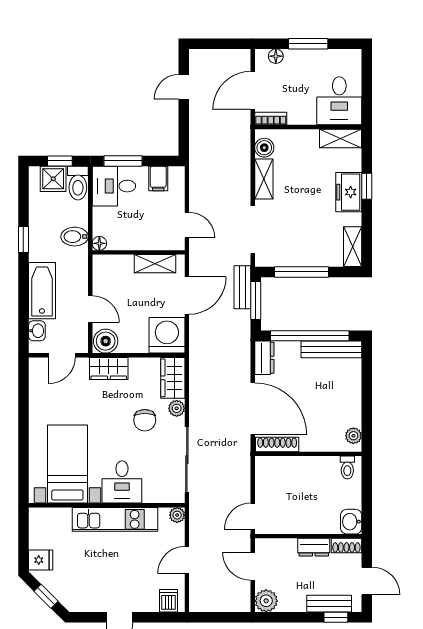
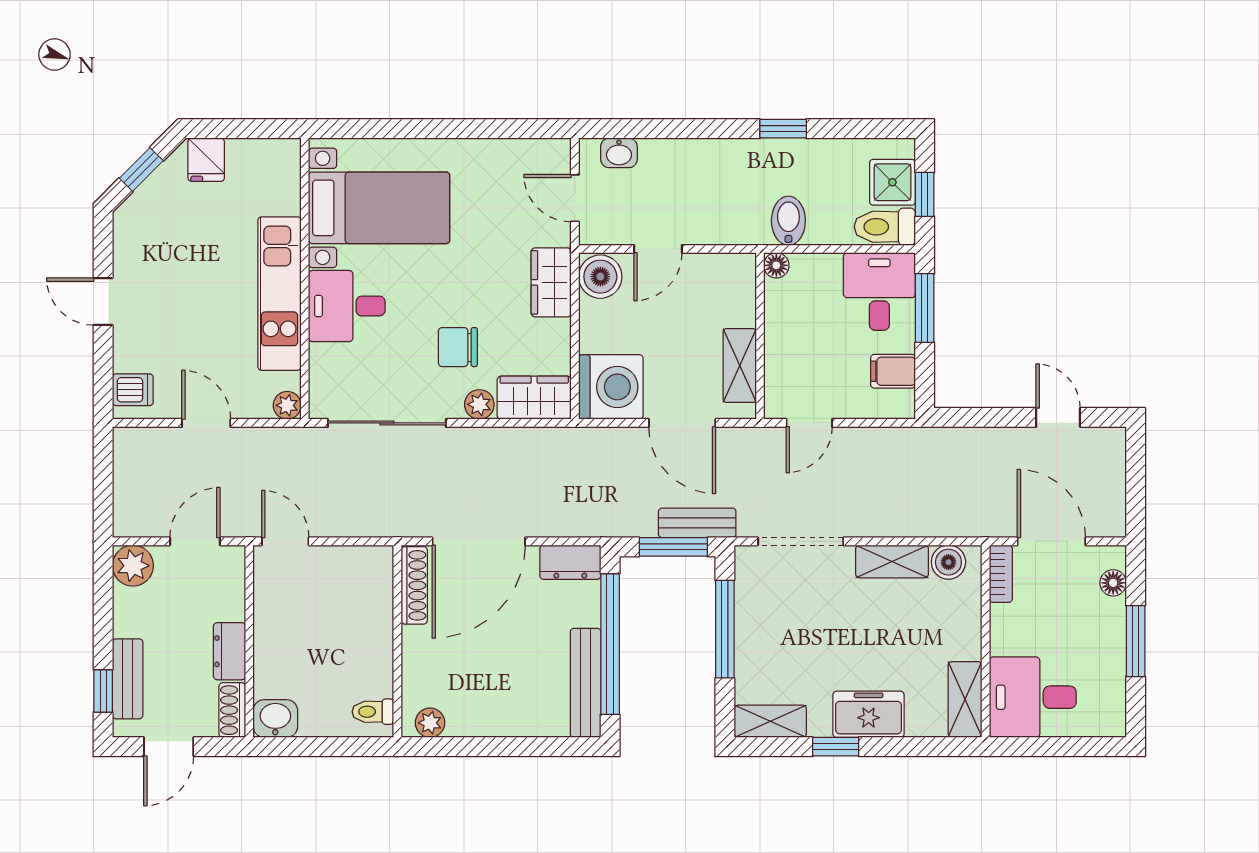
window: (367, 186) -> (836, 747), moved
bathtub: (42, 291) -> (691, 162), removed

